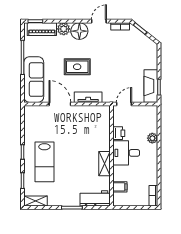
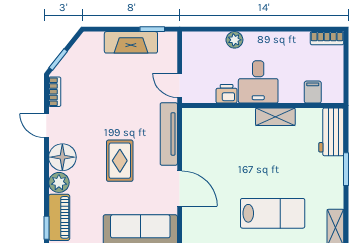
fireplace: (151, 86) -> (131, 42), moved
tv unit: (88, 97) -> (169, 134), width x1.41
door: (60, 104) -> (180, 188), swing flipped

